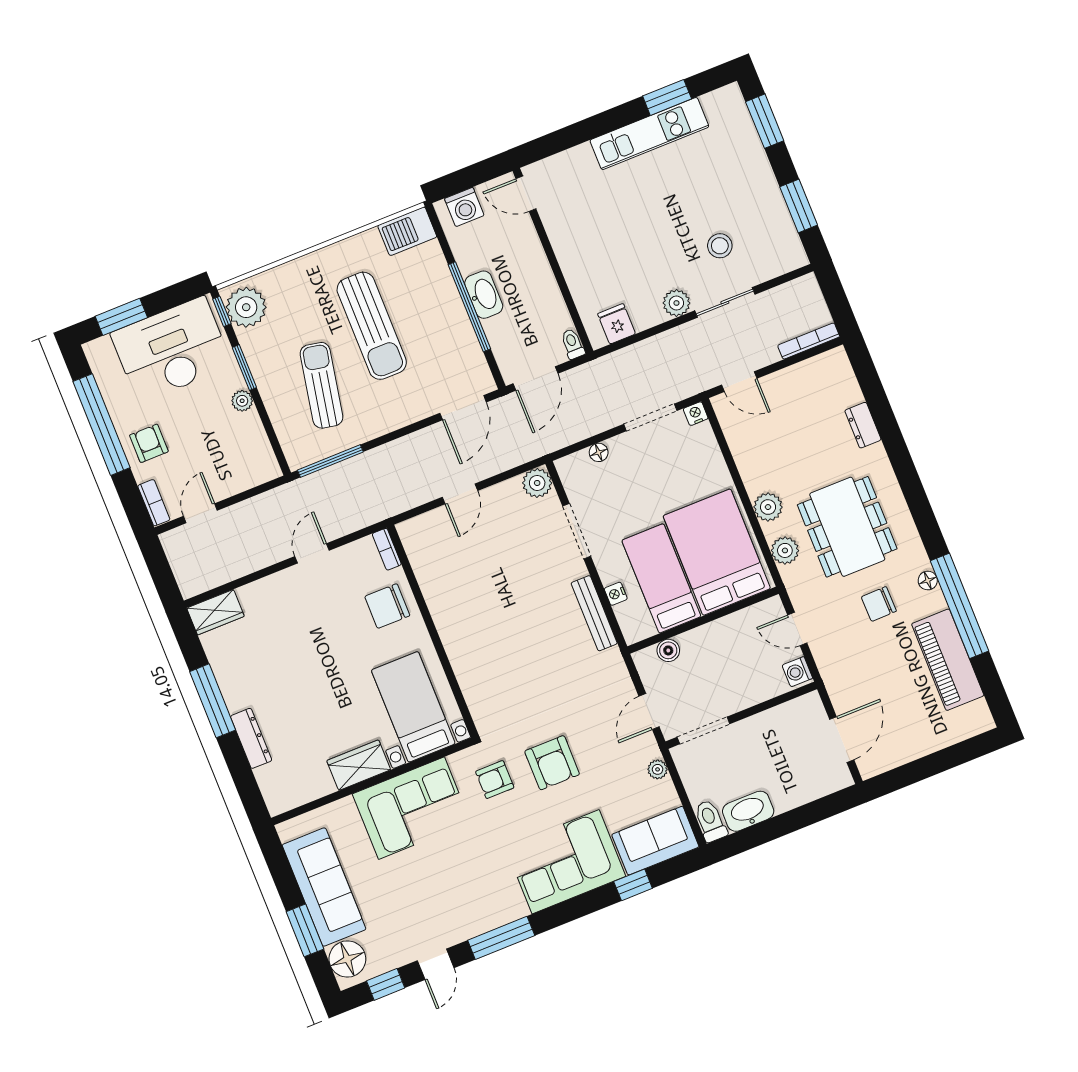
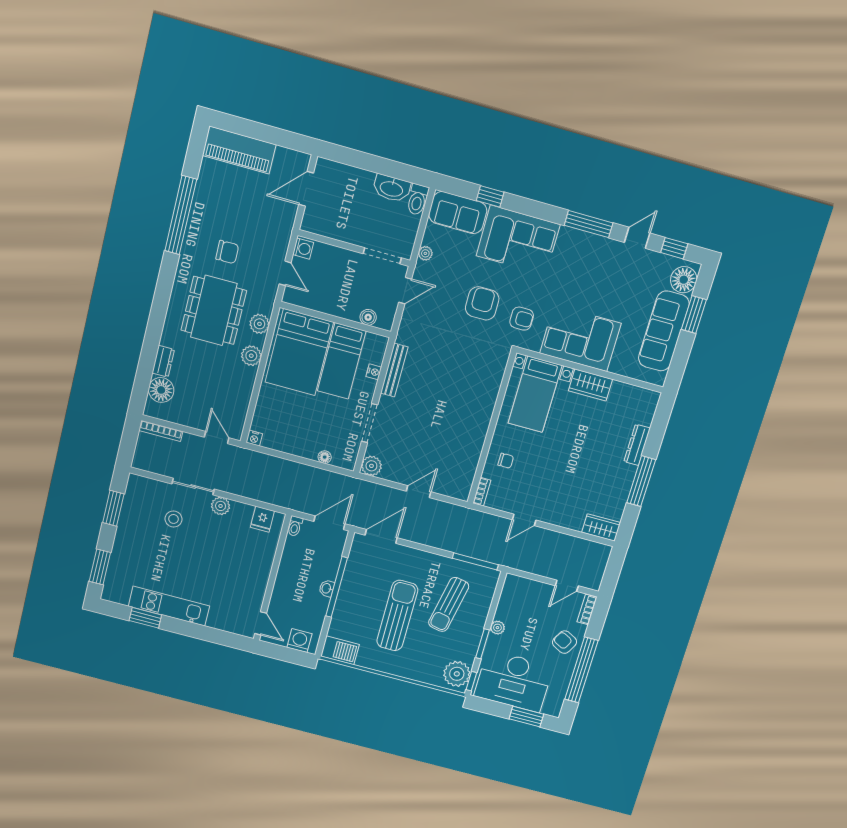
washbasin: (484, 295) -> (327, 588), width x0.52, depth x0.69
doorway: (650, 417) -> (281, 455), removed
armchair: (149, 443) -> (564, 642), turned 118
floor lamp: (928, 581) -> (161, 390), moved, width x1.89, depth x1.89
chair: (387, 606) -> (506, 461), width x0.54, depth x0.54
piano: (948, 660) -> (239, 150), moved, turned 90

